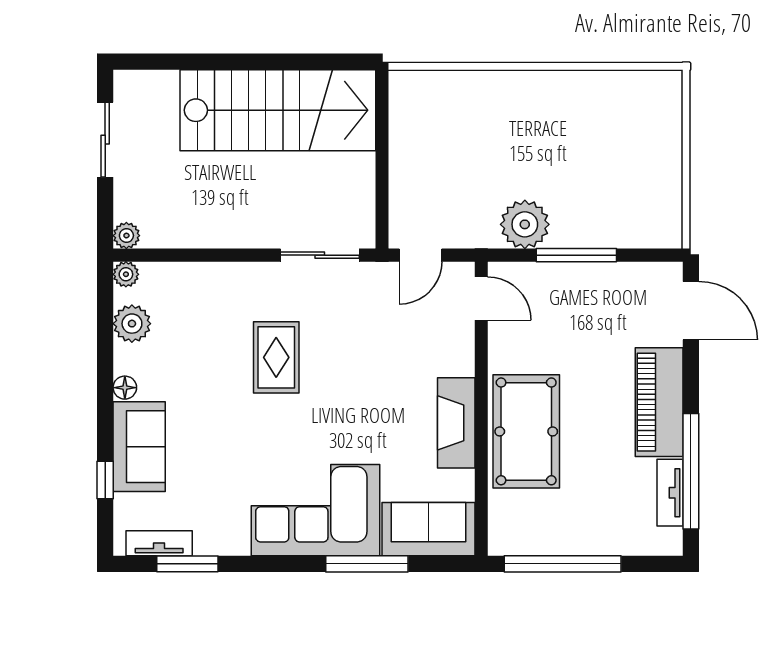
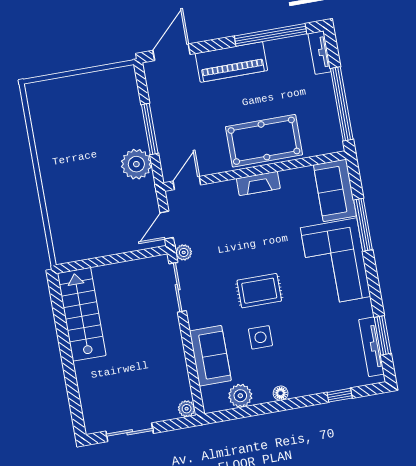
stairs: (278, 110) -> (82, 314), width x0.73, depth x0.66
door: (421, 255) -> (167, 225), swing flipped
plant: (126, 274) -> (184, 252), moved
rug: (276, 357) -> (259, 291), moved
side table: (218, 371) -> (260, 337), added
fireplace: (456, 423) -> (258, 183), width x0.73, depth x0.76
sofa: (139, 447) -> (210, 356), moved, turned 90
tv unit: (670, 493) -> (319, 53), moved, turned 90
tv unit: (159, 543) -> (371, 347), width x1.41

